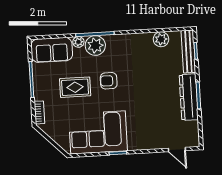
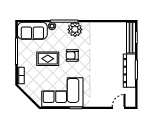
plant: (161, 39) -> (112, 28), removed
plant: (95, 45) -> (75, 29), moved
door: (177, 150) -> (119, 108), swing flipped

